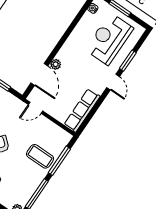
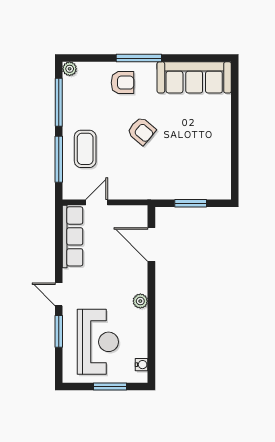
plant: (56, 64) -> (140, 301), moved
door: (35, 108) -> (97, 202), moved
coffee table: (40, 156) -> (85, 149), turned 90

